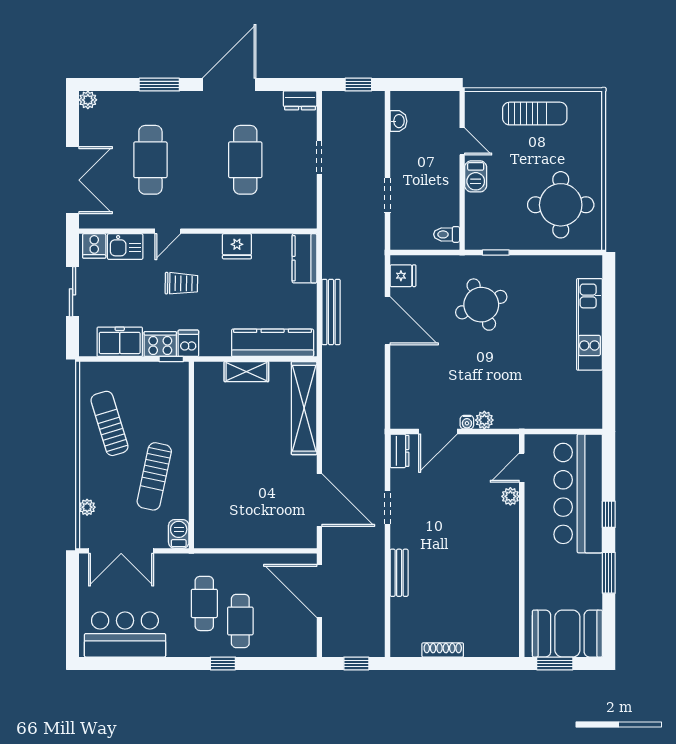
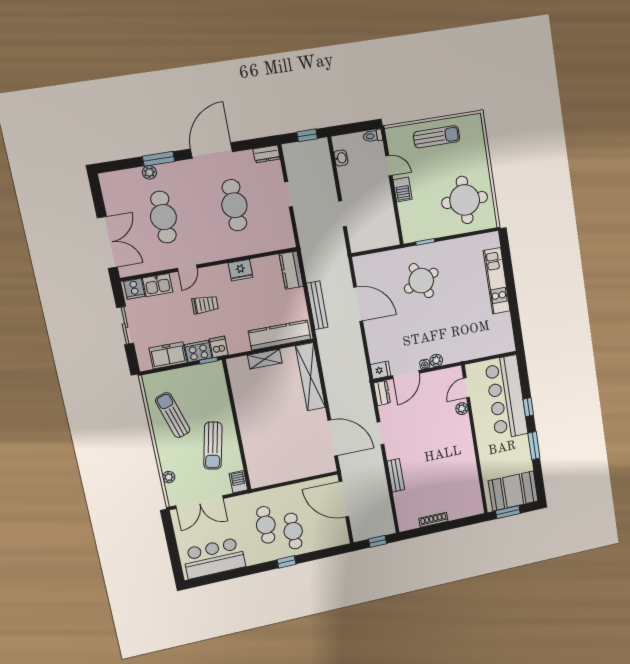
plant: (88, 100) -> (149, 172), moved
toilet: (447, 234) -> (373, 136), moved
fridge: (403, 276) -> (381, 370), moved

